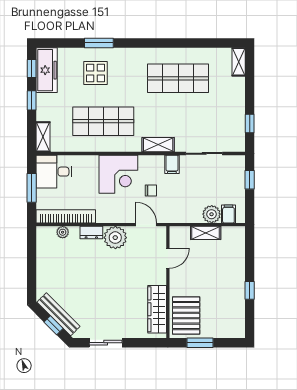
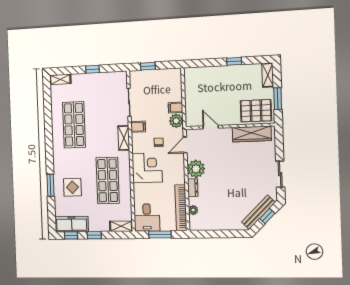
window: (250, 124) -> (93, 69), moved
plant: (212, 214) -> (176, 121), moved
filing cabinet: (228, 214) -> (176, 108), moved
shelving: (206, 233) -> (268, 75), moved

